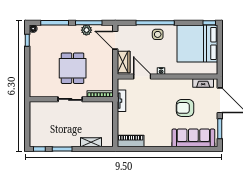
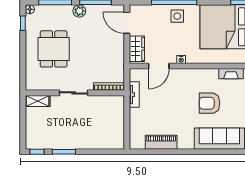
plant: (86, 30) -> (79, 11), moved
dining table: (73, 68) -> (54, 49), moved
door: (142, 77) -> (159, 66), swing flipped
piano: (131, 141) -> (161, 142), moved
shelving: (91, 142) -> (38, 101), moved

